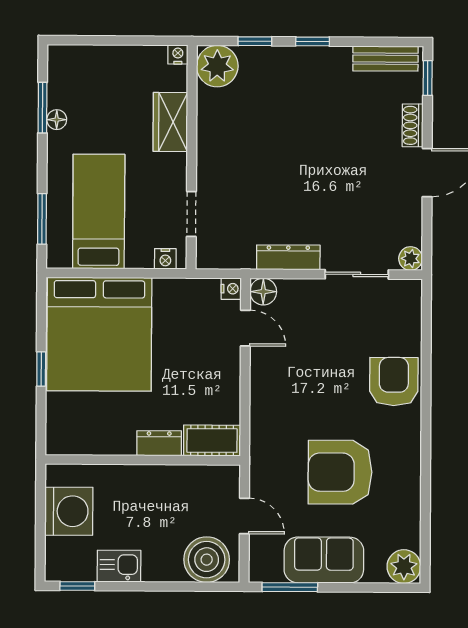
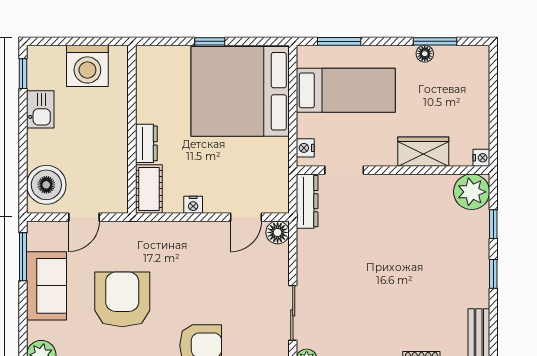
dresser: (288, 257) -> (307, 201), moved
nightstand: (231, 289) -> (193, 205), moved

